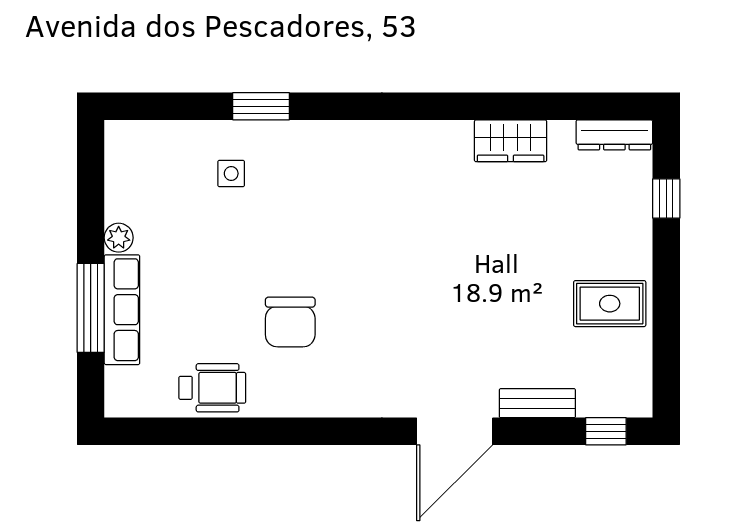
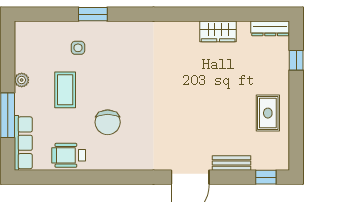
coffee table: (205, 257) -> (65, 90), added
rug: (610, 304) -> (268, 113), turned 90
row of seats: (122, 310) -> (23, 143), moved
wheelchair: (212, 388) -> (69, 155), turned 180

